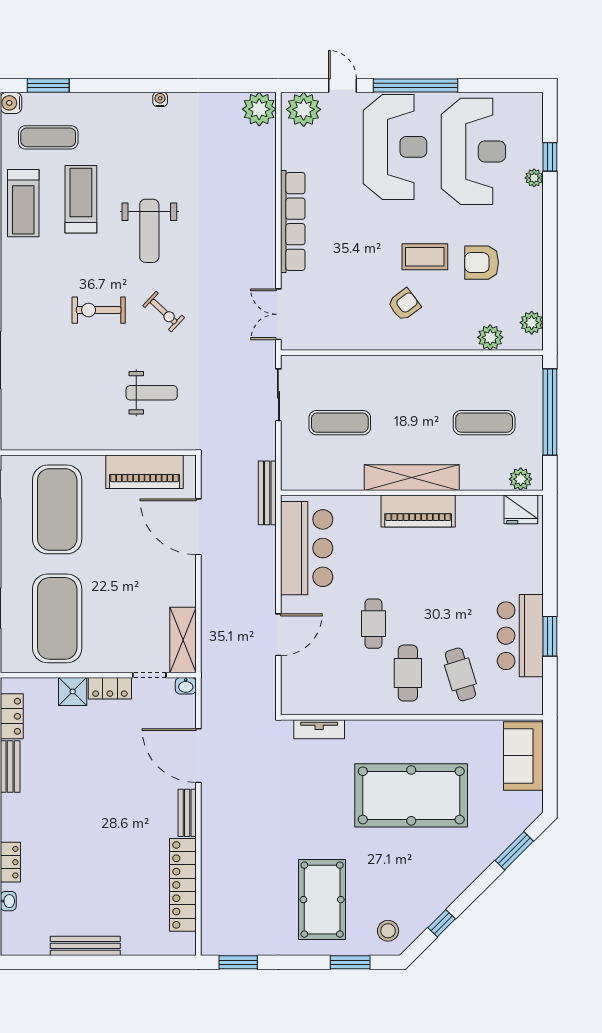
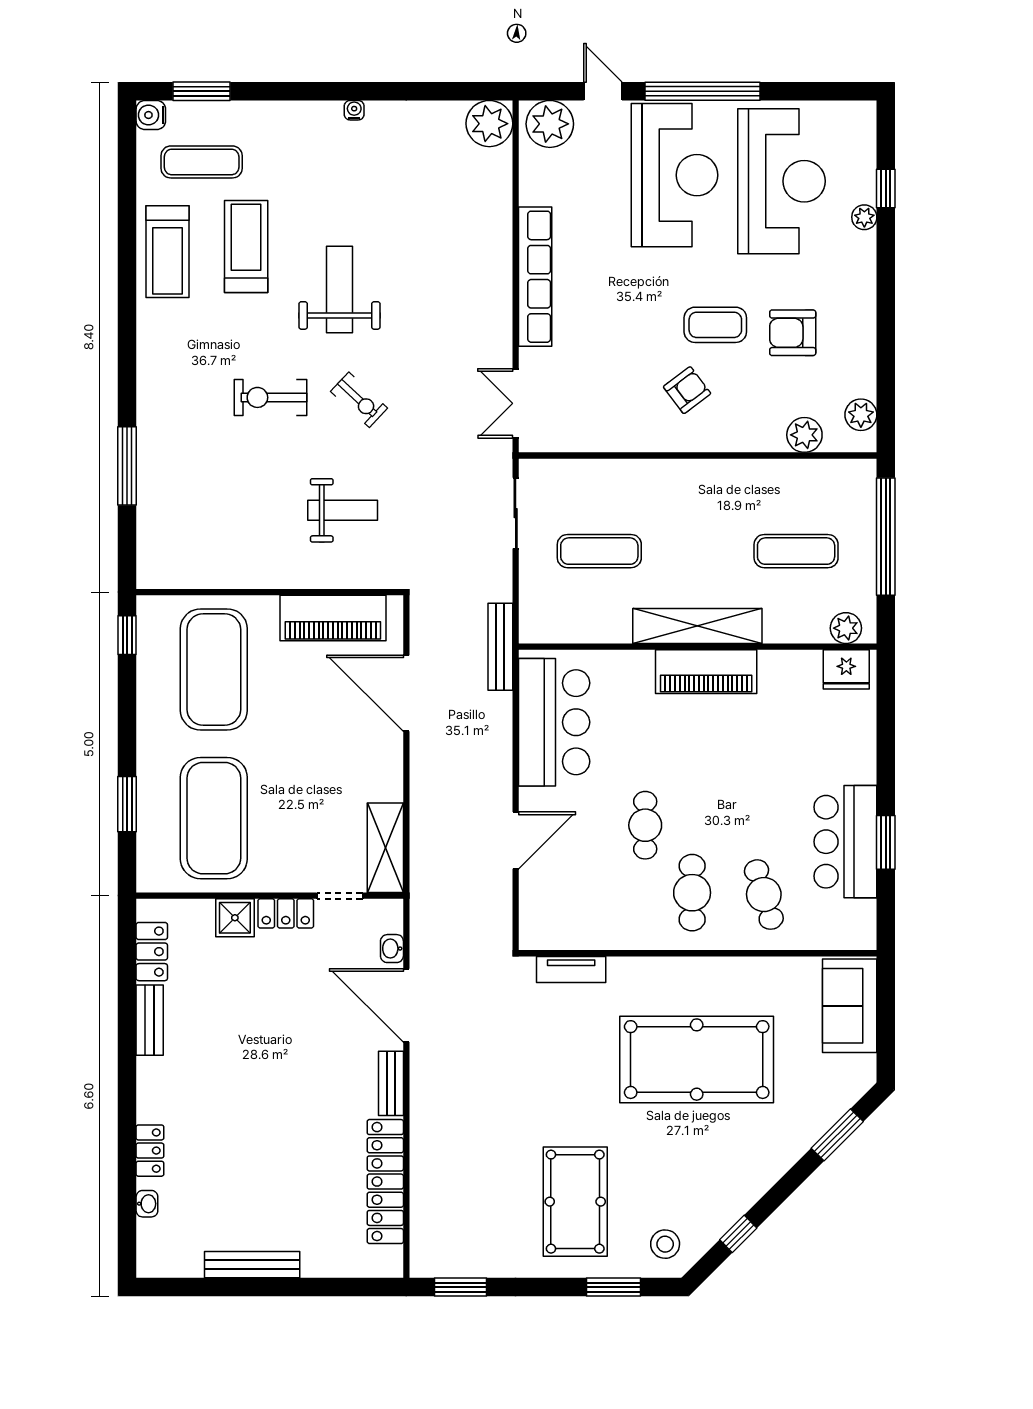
weight bench: (149, 231) -> (340, 289), turned 180
washbasin: (186, 686) -> (392, 949), moved, turned 90

